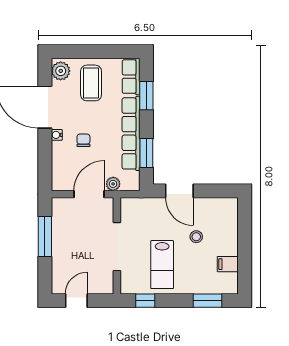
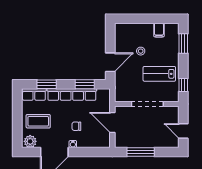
plant: (113, 184) -> (105, 107), removed
lab bench: (162, 265) -> (159, 74), turned 180

